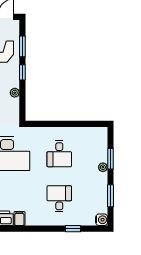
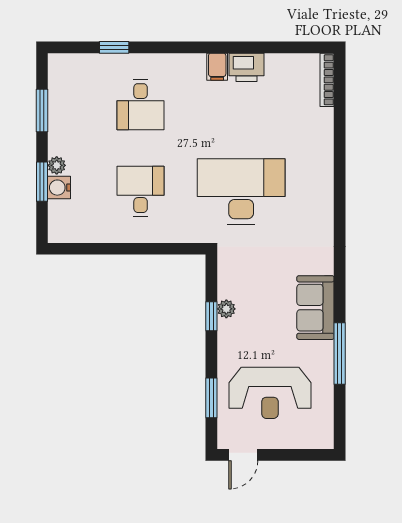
window: (22, 72) -> (211, 316), moved
water cooler: (102, 220) -> (59, 188), moved

